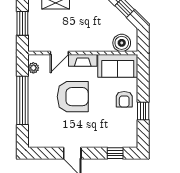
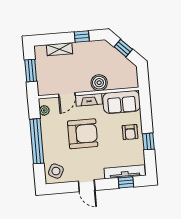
boiler: (122, 43) -> (99, 83), moved
side table: (40, 134) -> (56, 171), added
tv unit: (115, 142) -> (125, 172), added

